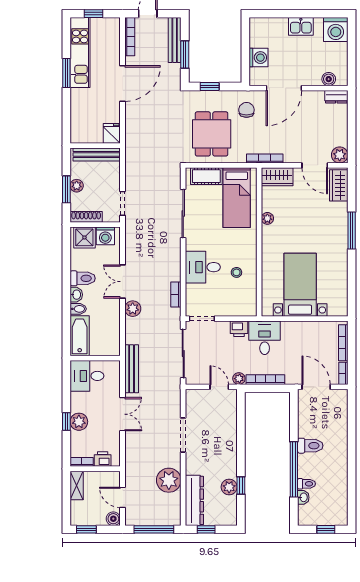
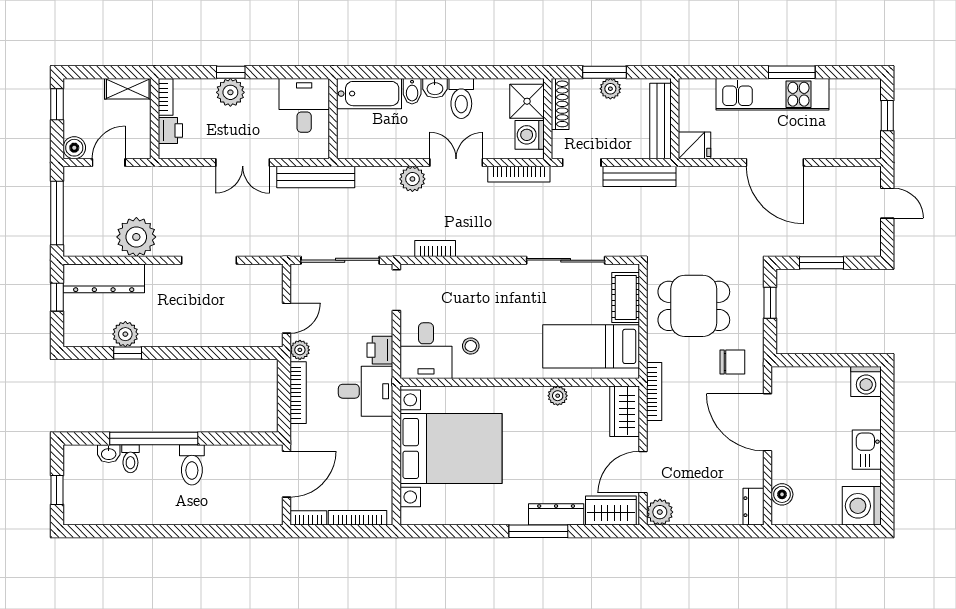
bookcase: (130, 37) -> (519, 174), moved
bench: (175, 40) -> (640, 176), moved
kitchen unit: (80, 53) -> (772, 94), moved
washing machine: (259, 58) -> (866, 382), moved
dresser: (341, 219) -> (556, 514), added
desk: (203, 267) -> (426, 351), moved, turned 180
bed with nightstands: (300, 285) -> (451, 448), width x1.36

